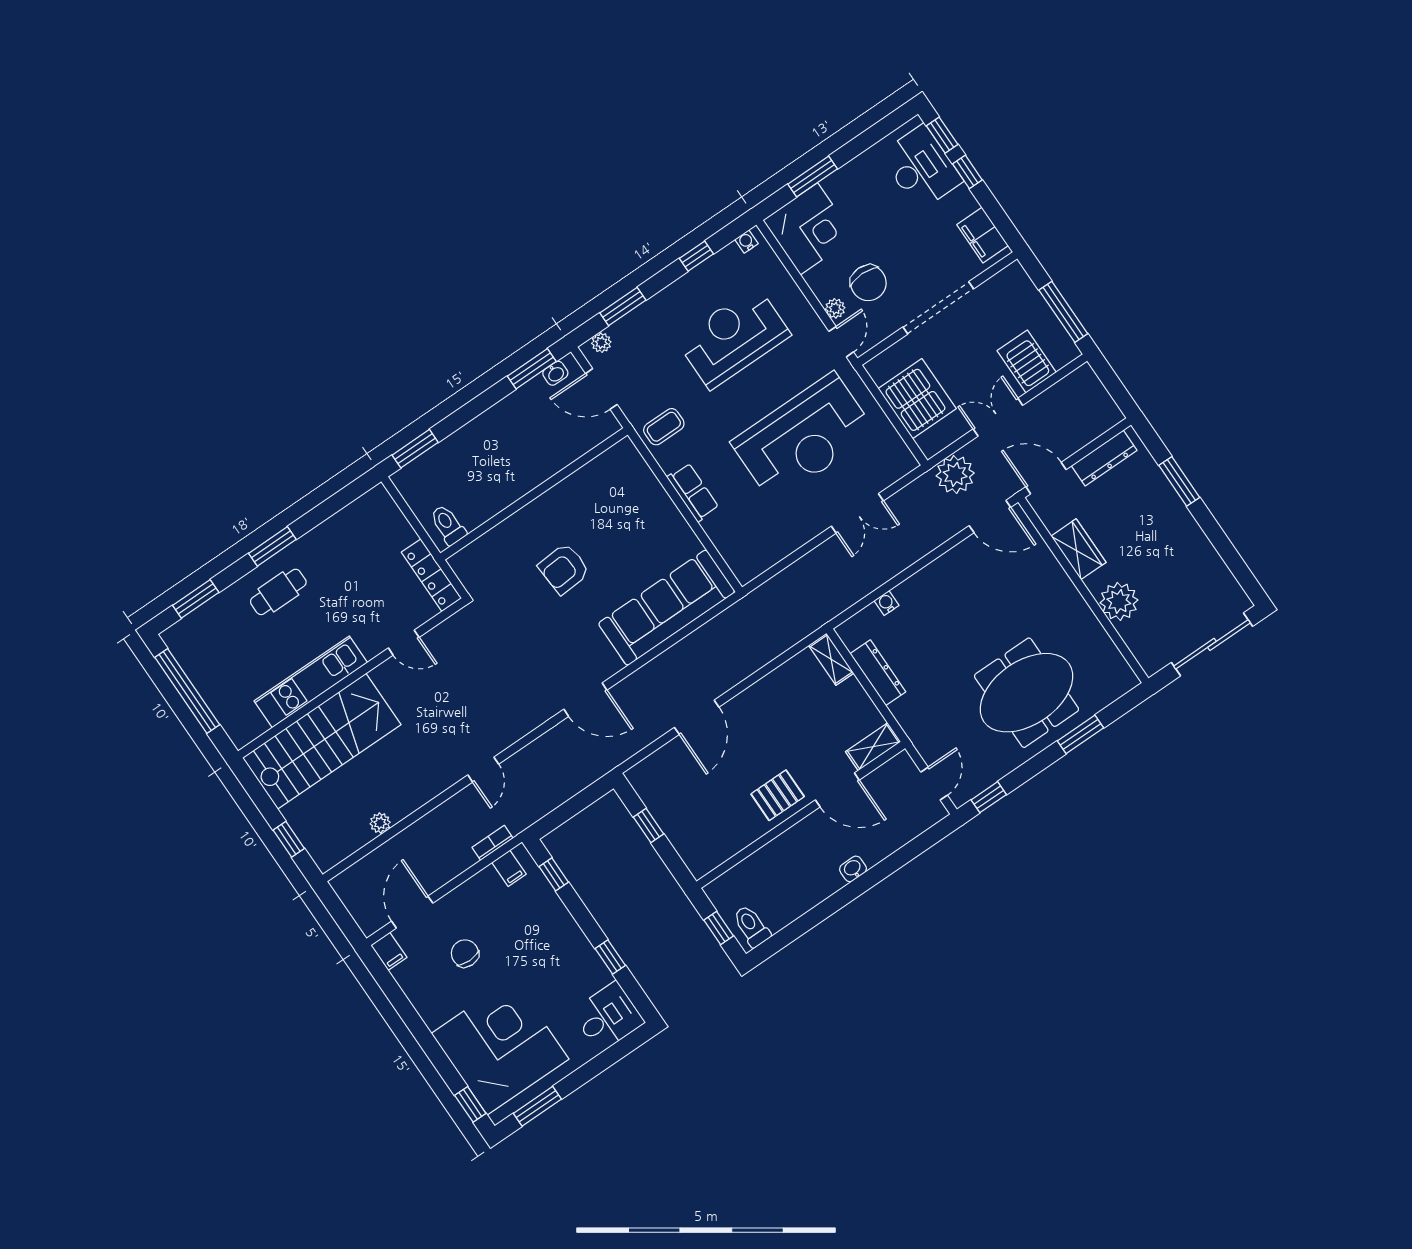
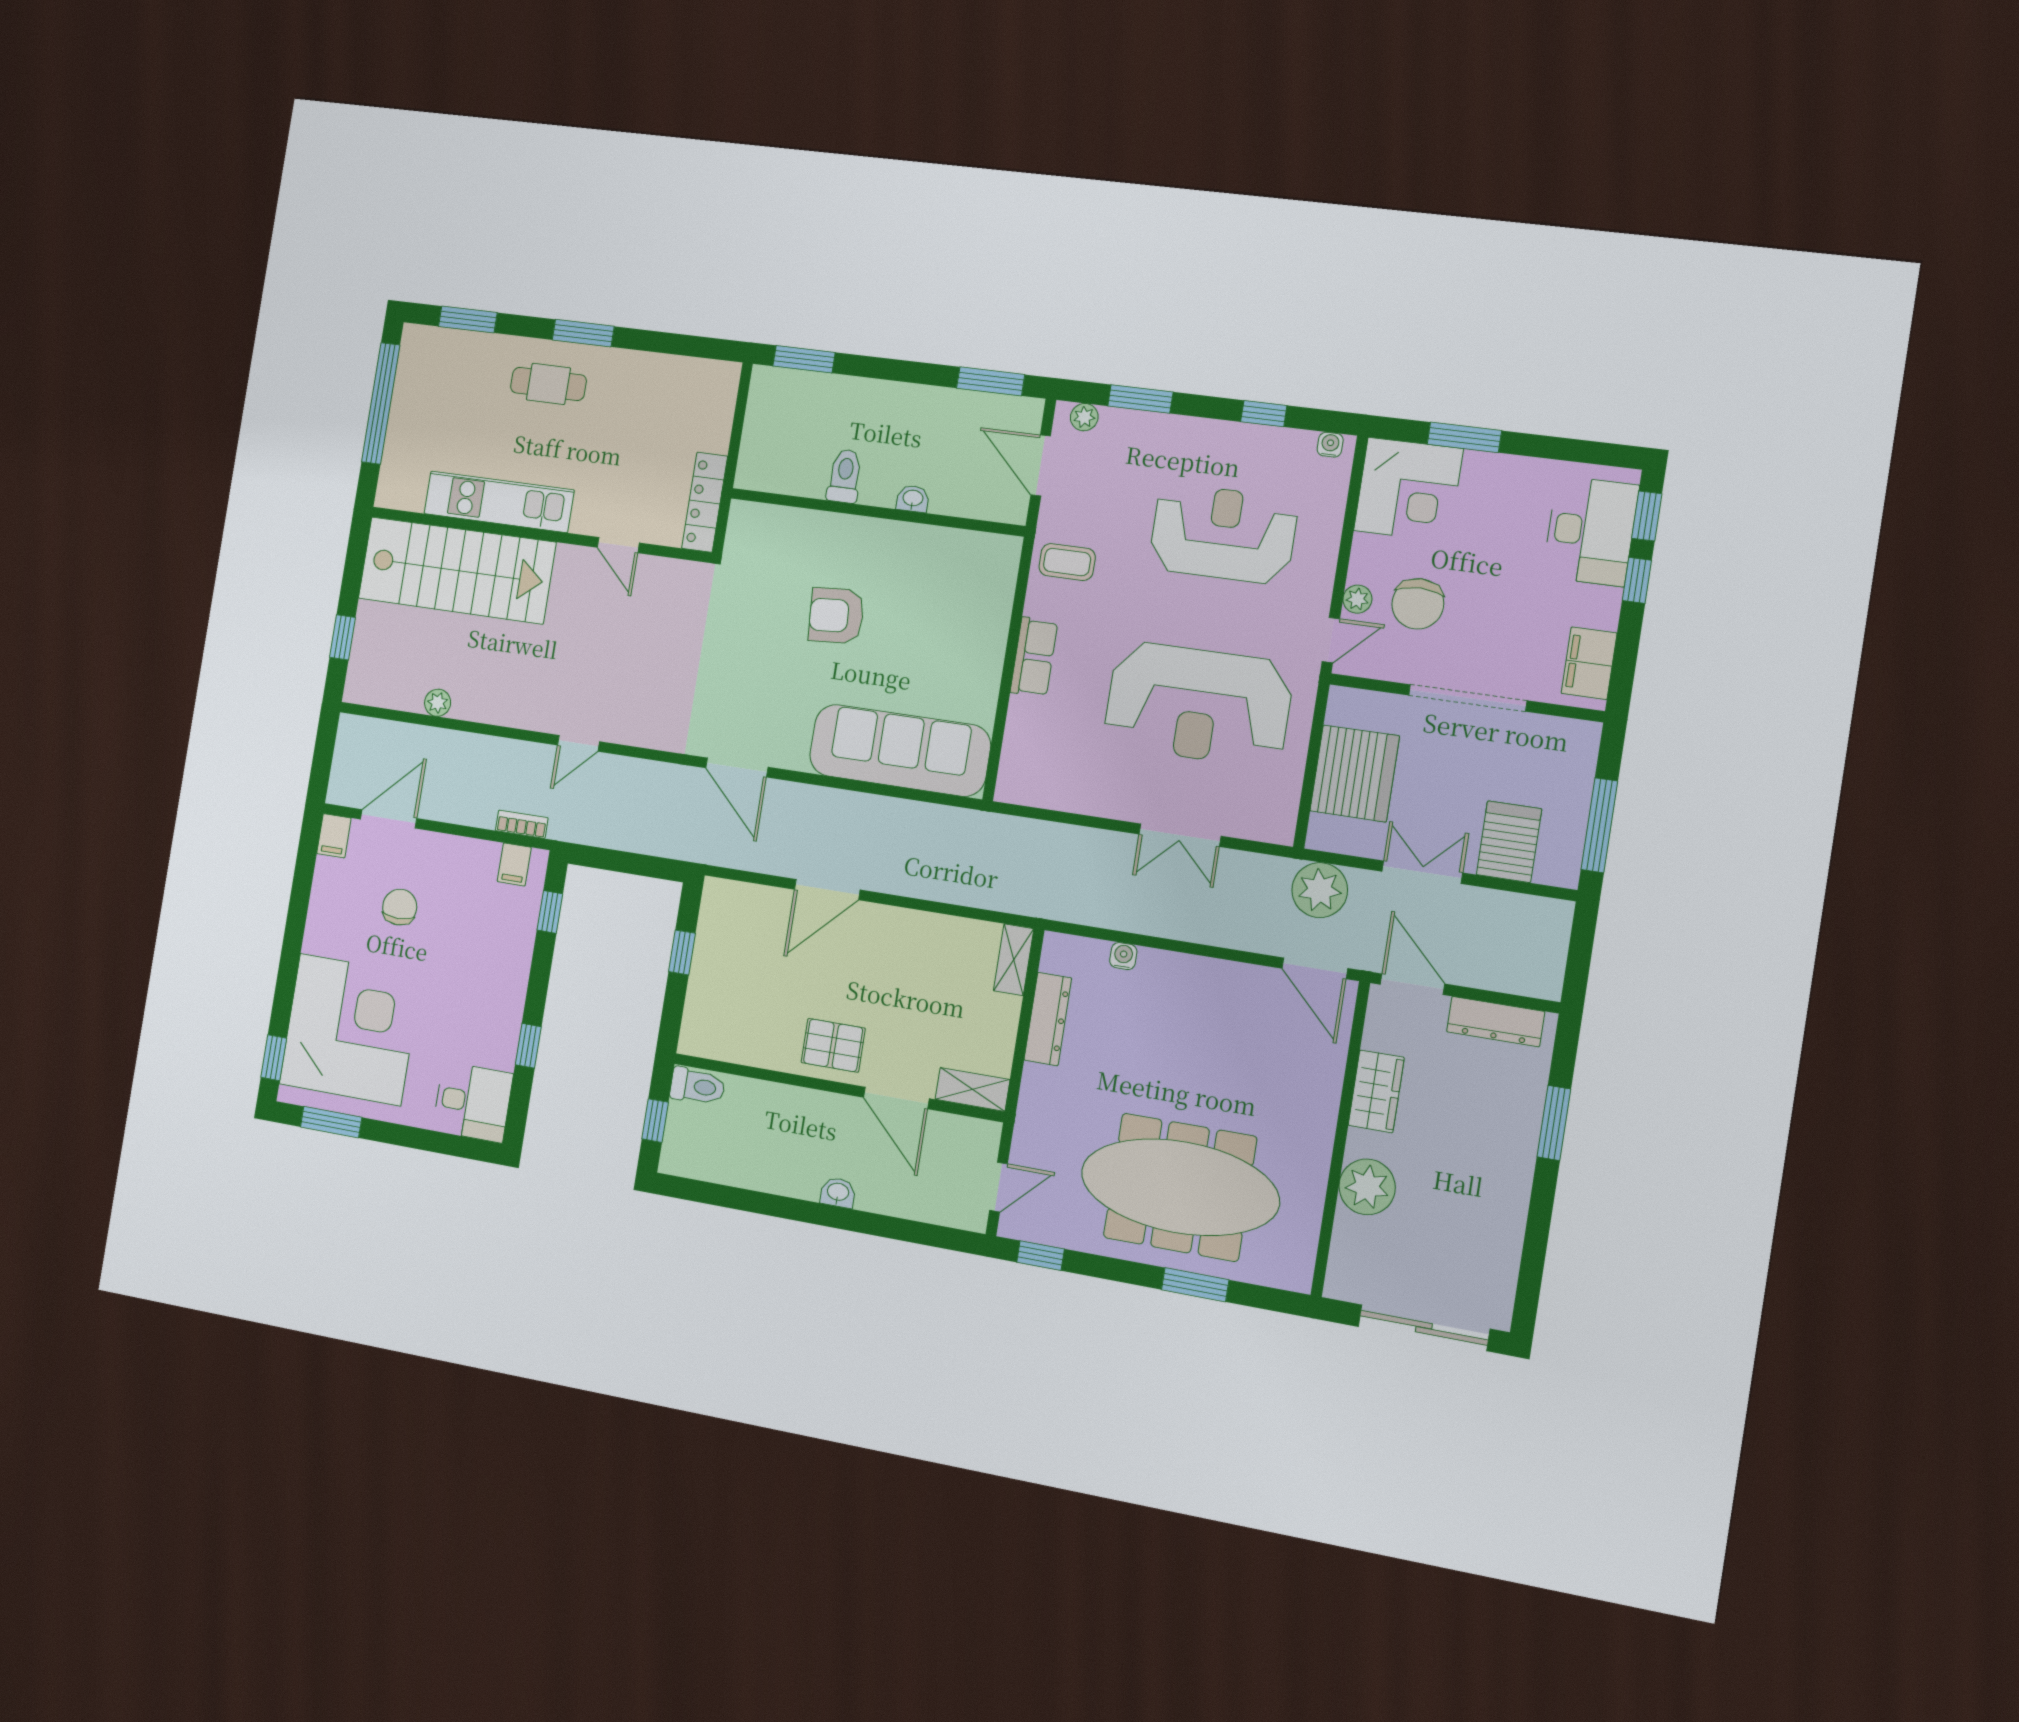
washbasin: (555, 373) -> (913, 499), moved, turned 180
toilet: (448, 525) -> (845, 476), moved
meeting table: (1027, 693) -> (1180, 1187), width x1.36
toilet: (751, 926) -> (698, 1086), moved, turned 90

